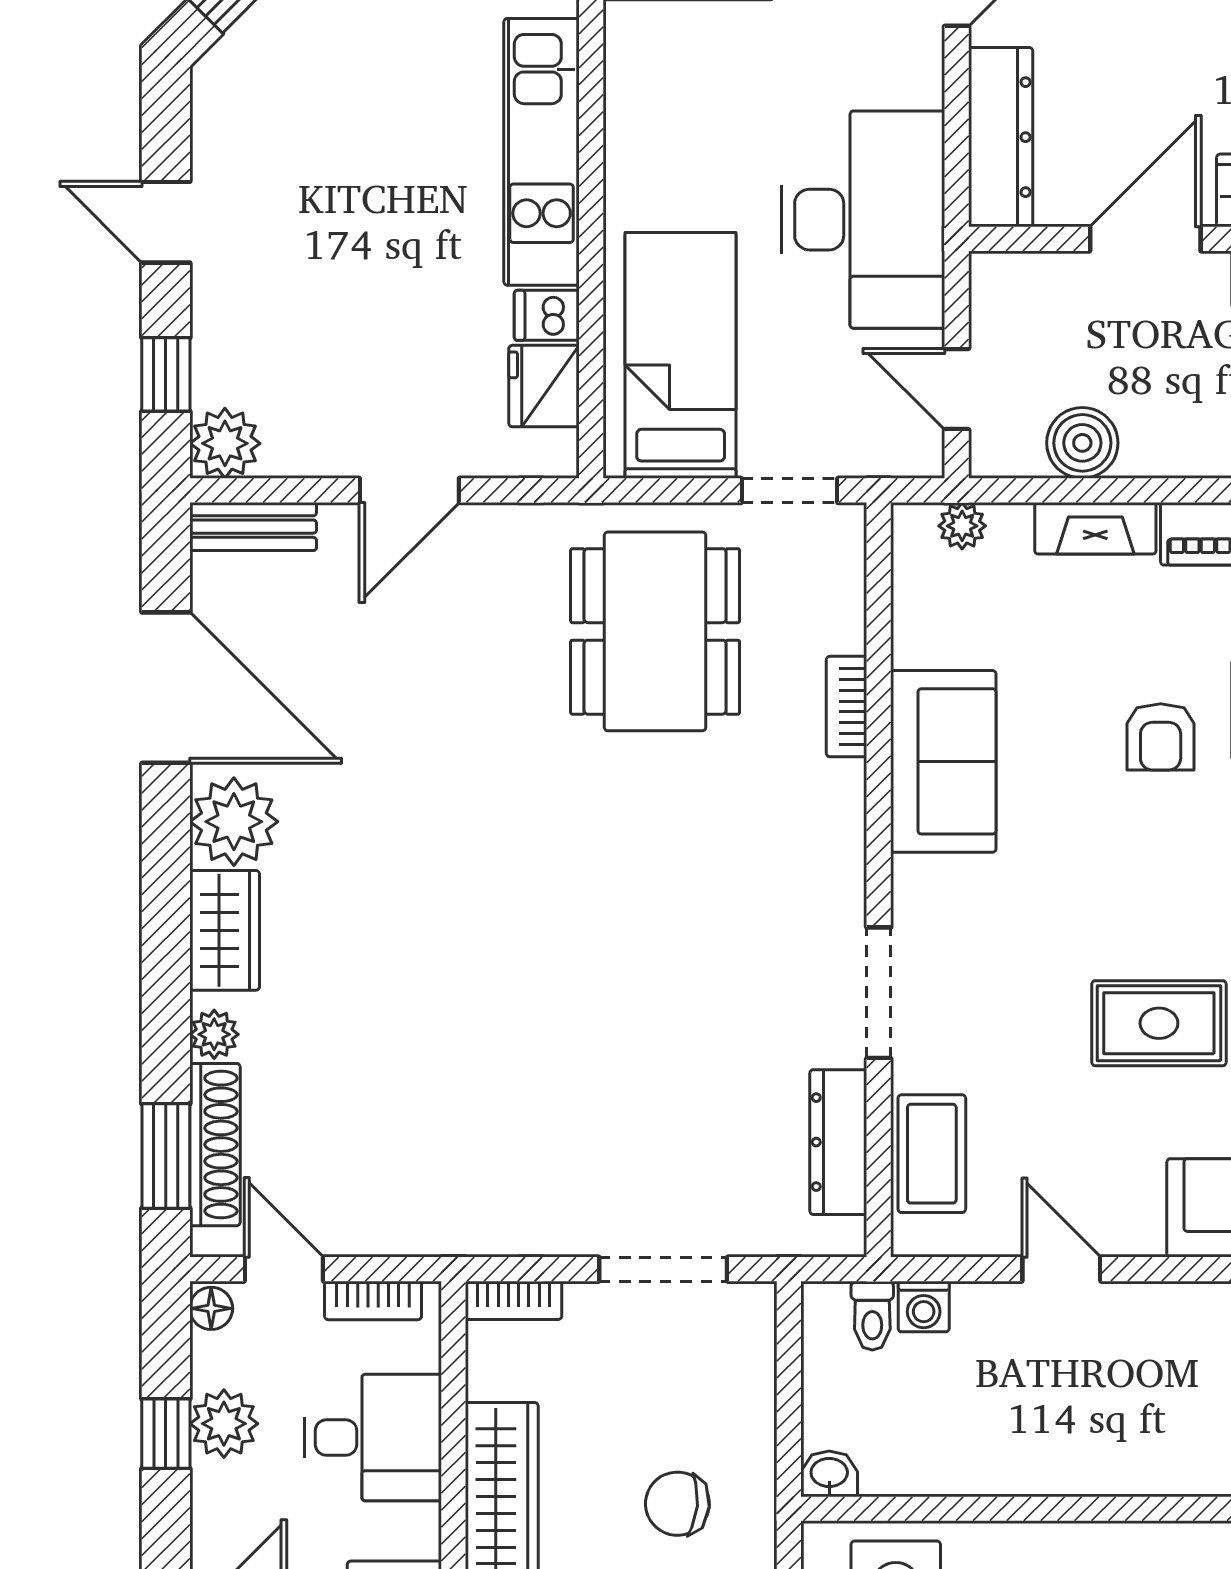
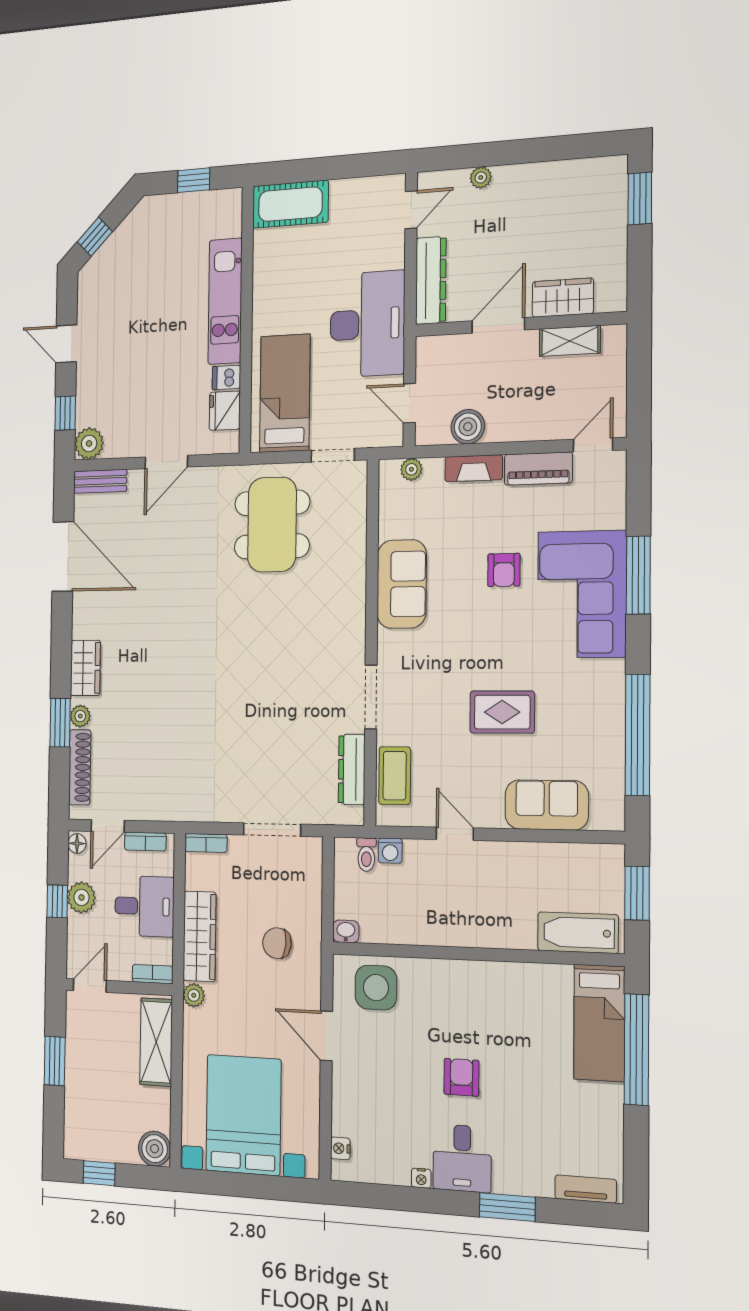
bookcase: (847, 707) -> (358, 558), removed
plant: (234, 822) -> (90, 618), removed
window: (166, 1156) -> (60, 723), moved
door: (284, 1269) -> (108, 826), swing flipped

